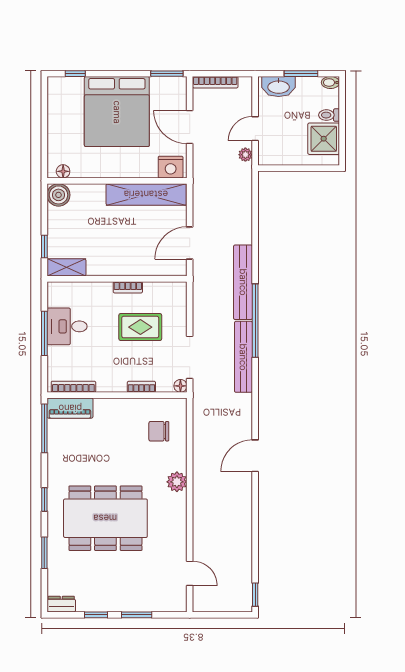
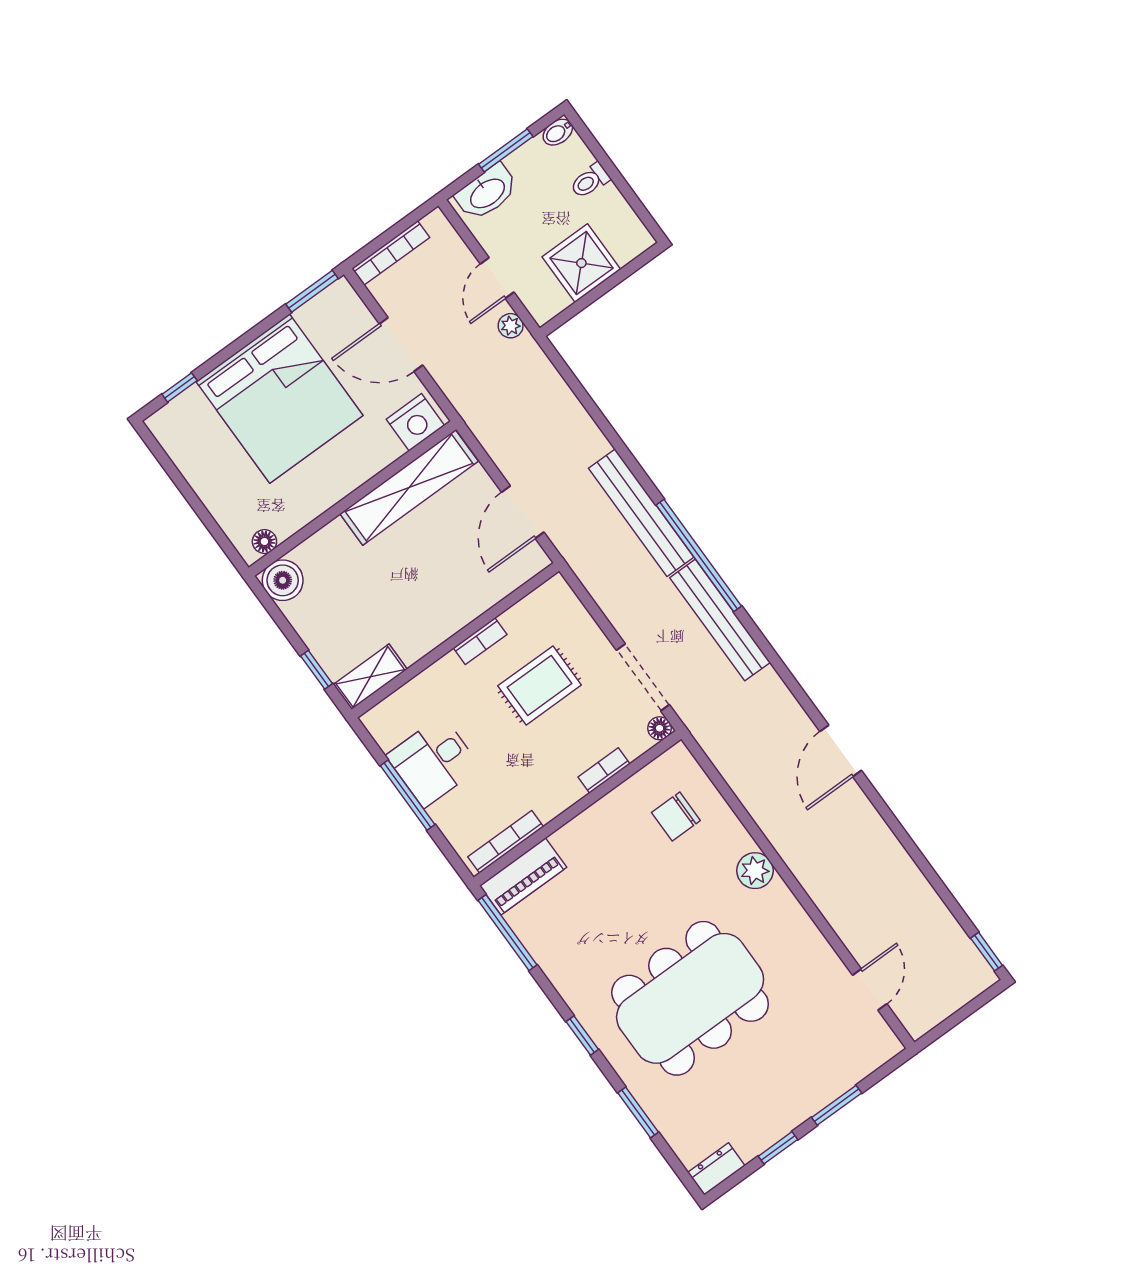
shower: (324, 139) -> (581, 263), moved
door: (190, 573) -> (870, 990), hinge flipped

